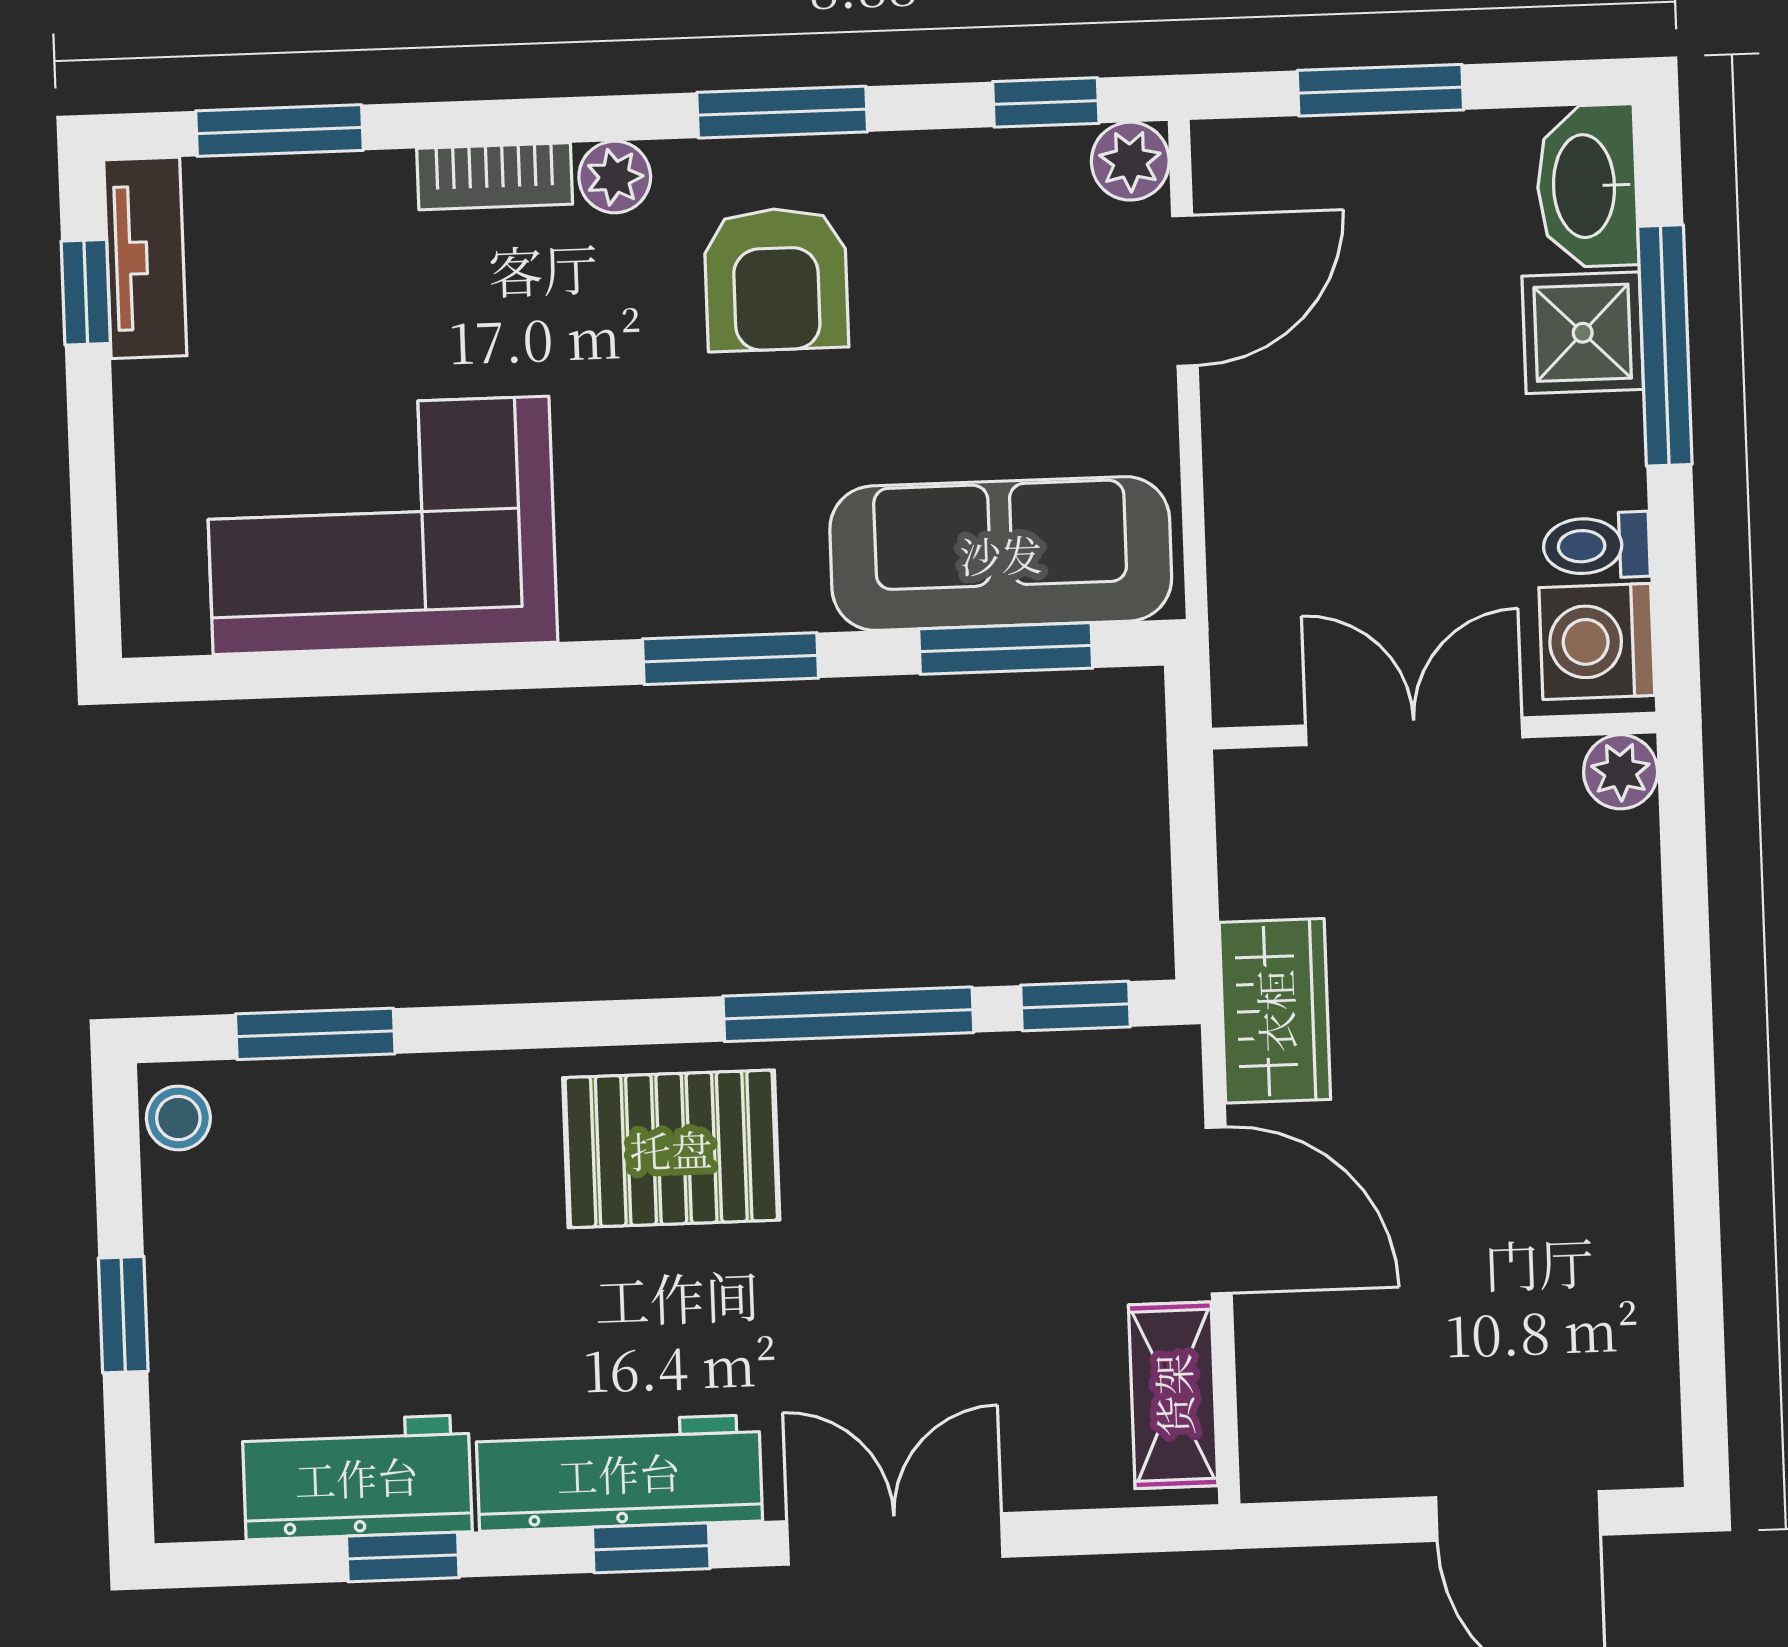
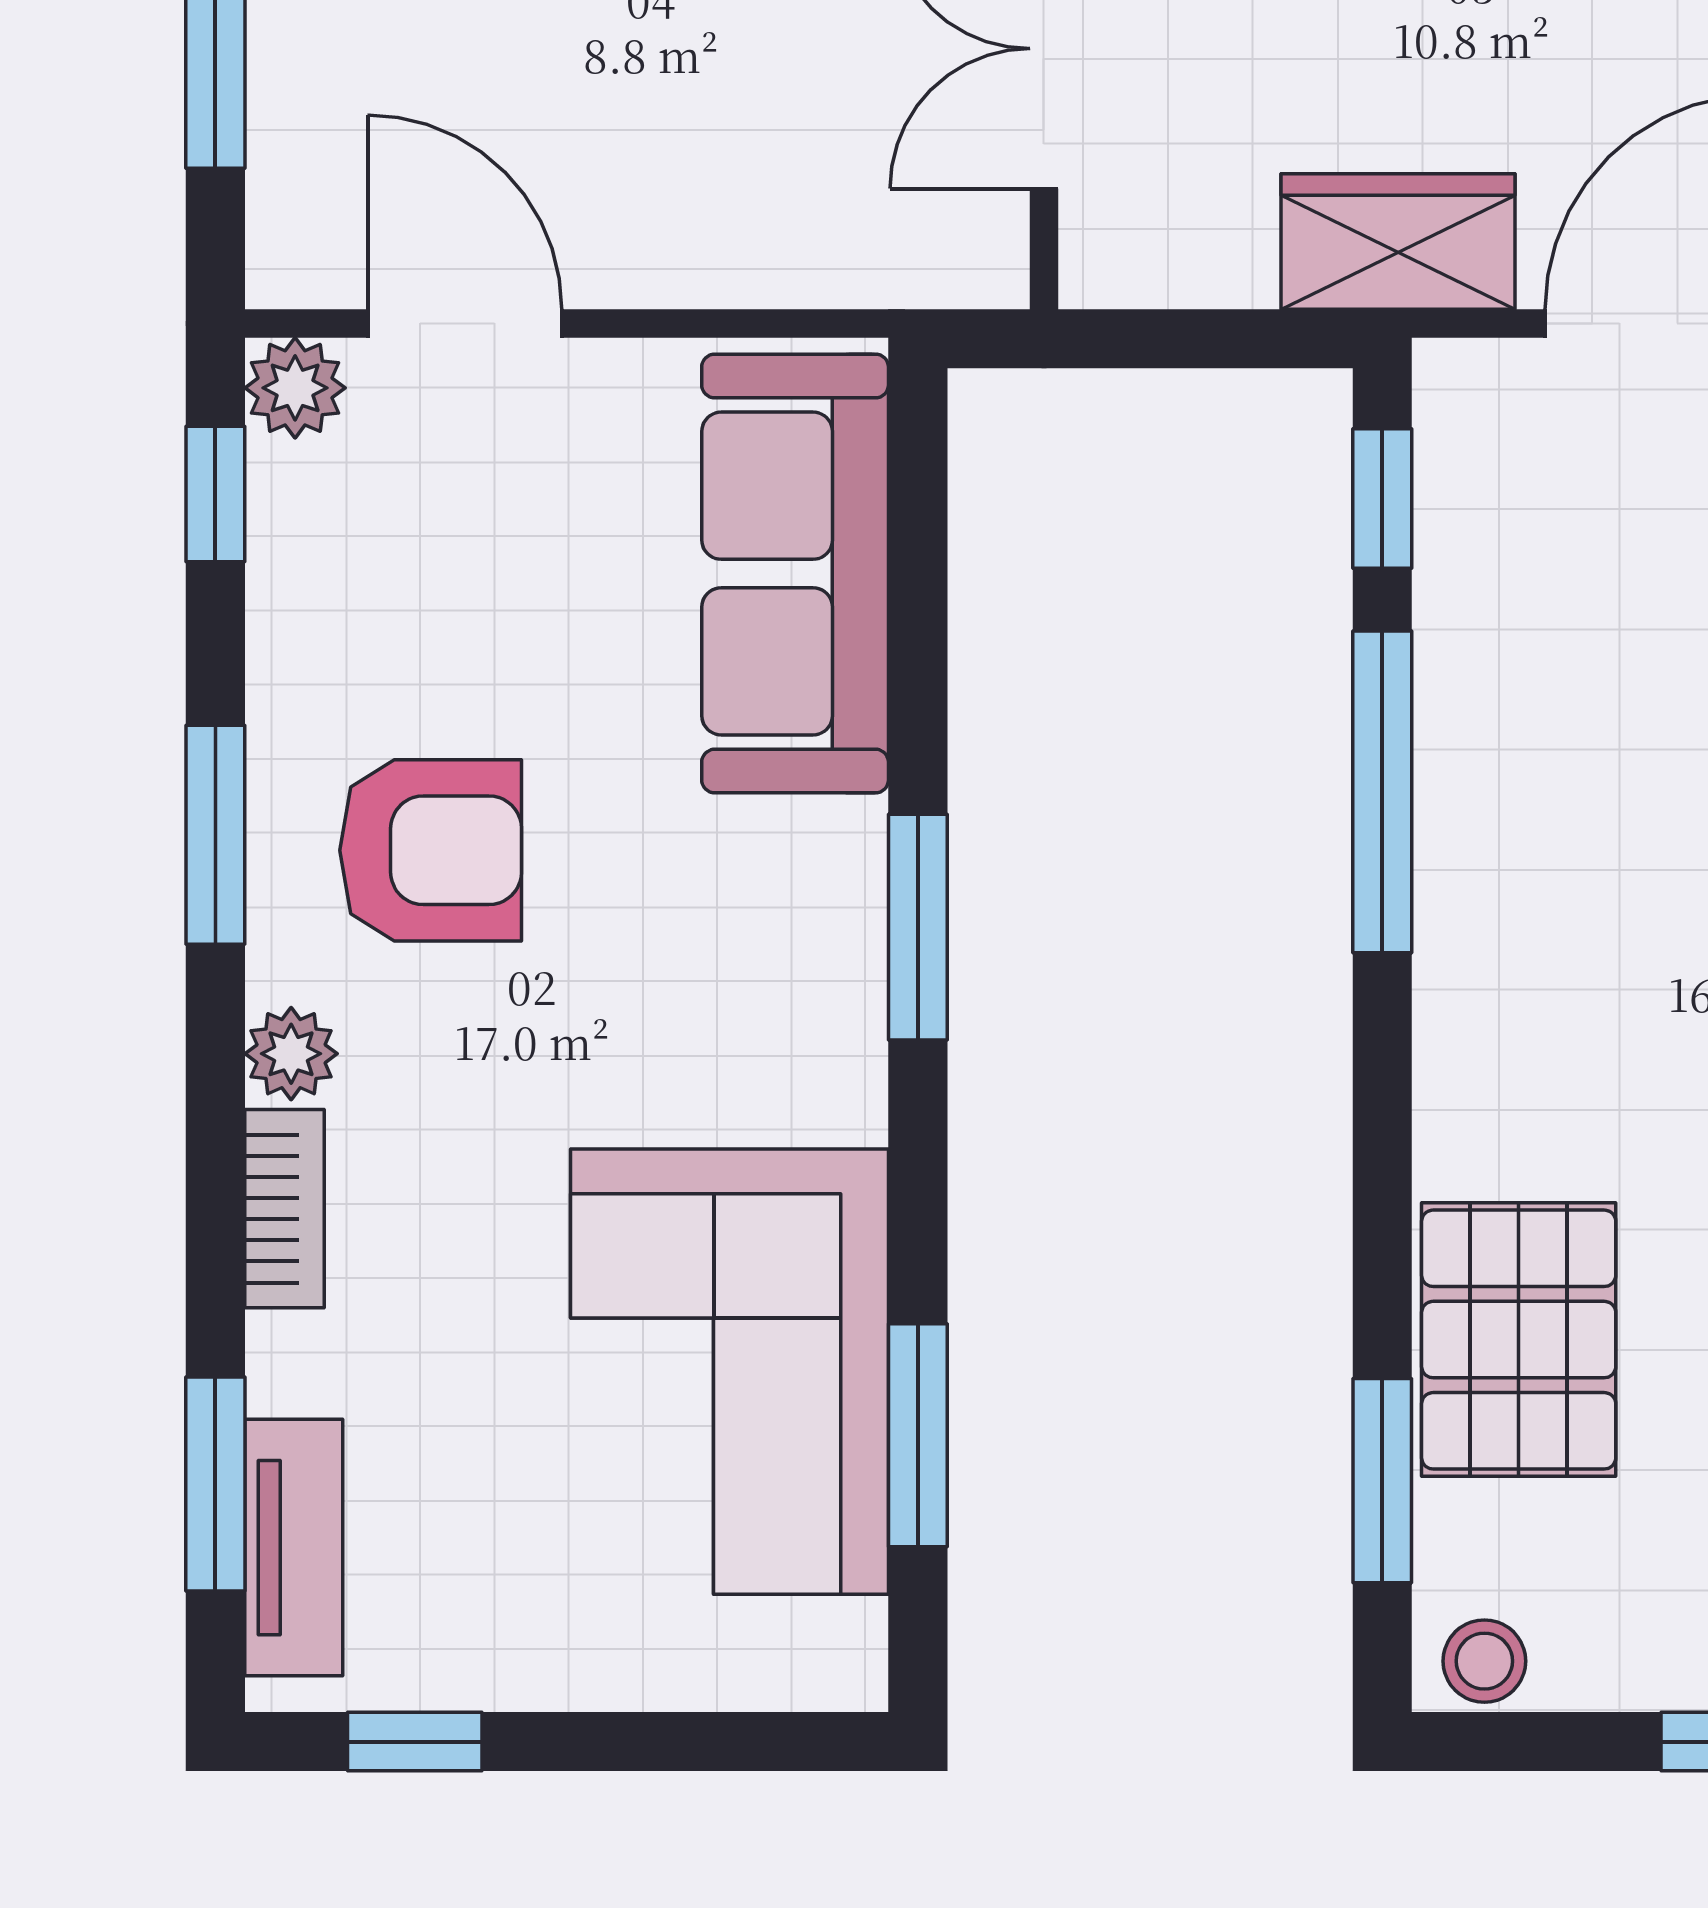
tv unit: (145, 258) -> (294, 1548), moved, turned 90
window: (1006, 649) -> (918, 1435), moved
pallet: (671, 1149) -> (1519, 1340), moved

